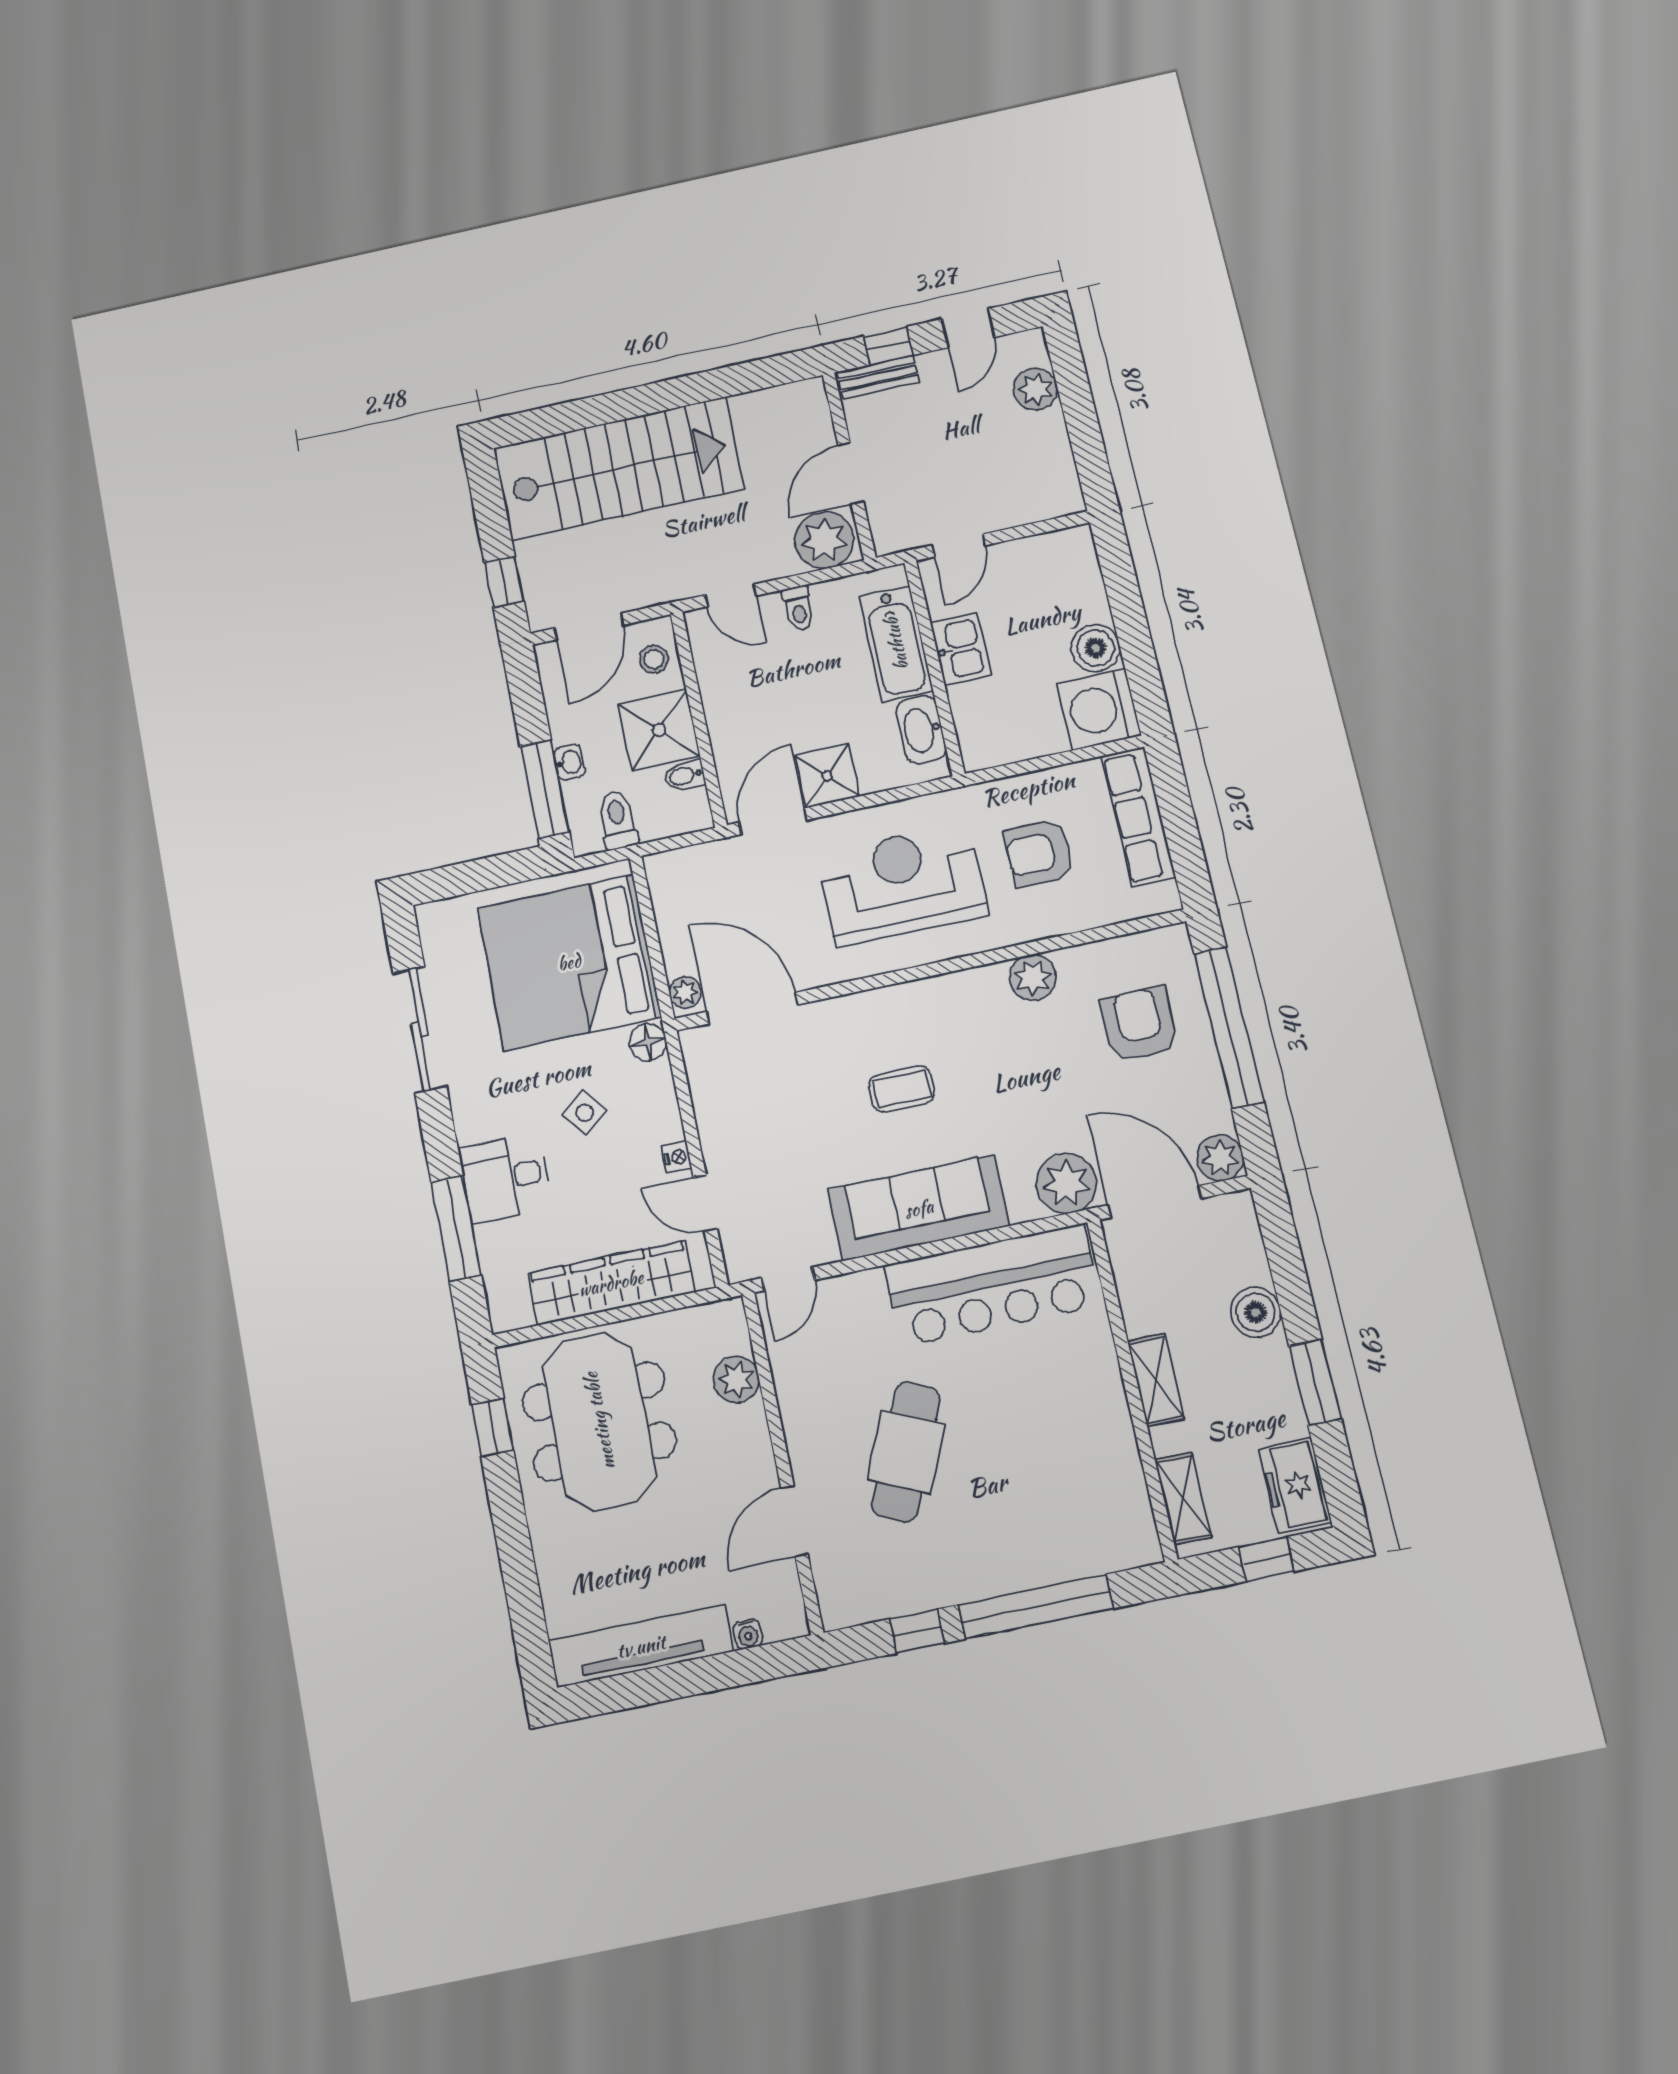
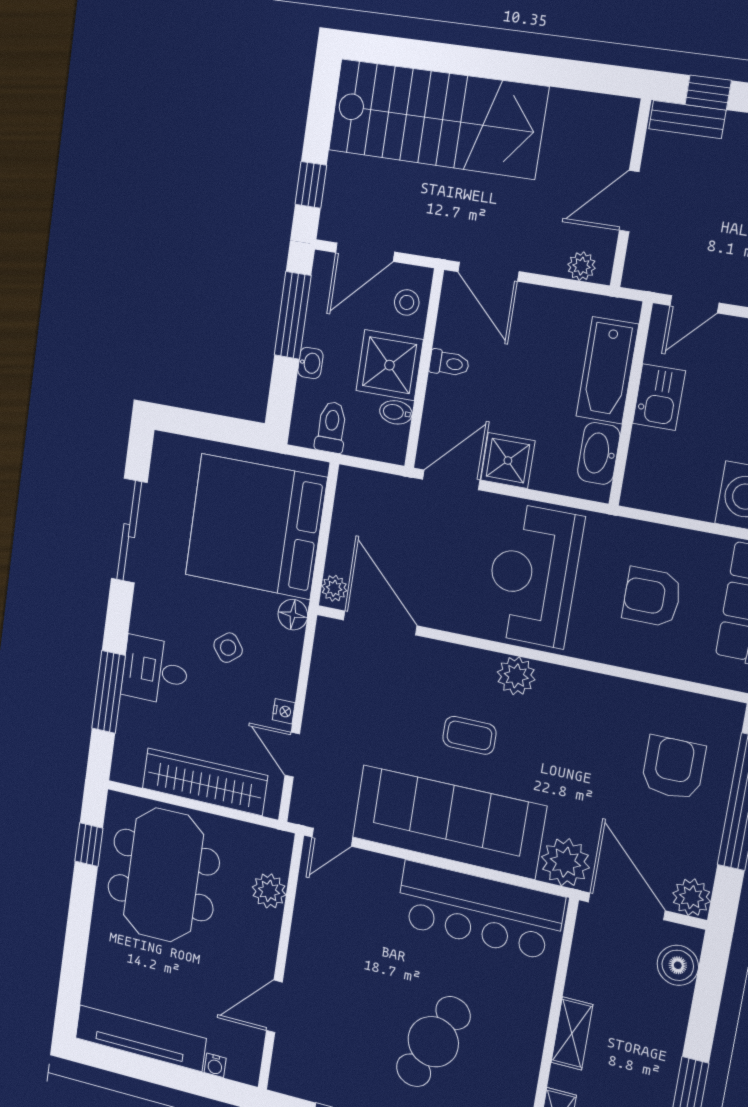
plant: (824, 540) -> (582, 266), width x0.53, depth x0.53
door: (731, 595) -> (488, 272), width x1.37
toilet: (798, 608) -> (449, 363), moved, turned -90
window: (545, 789) -> (293, 315), moved
reception desk: (903, 884) -> (533, 575), turned -90
plant: (1033, 978) -> (516, 676), moved
sofa: (919, 1208) -> (449, 822), width x1.36, depth x1.27
boiler: (1256, 1312) -> (678, 965), moved
cafe table: (906, 1452) -> (433, 1042), moved

